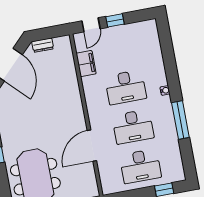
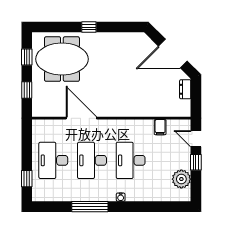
plant: (135, 32) -> (181, 179), added
filing cabinet: (86, 64) -> (160, 127), width x0.50

